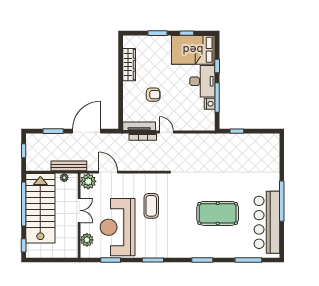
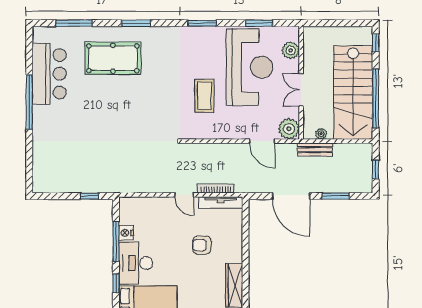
door: (87, 131) -> (291, 196), hinge flipped
bench: (69, 166) -> (315, 150), width x0.73
pool table: (218, 213) -> (113, 58), moved
bar counter: (267, 222) -> (49, 74), width x0.73

